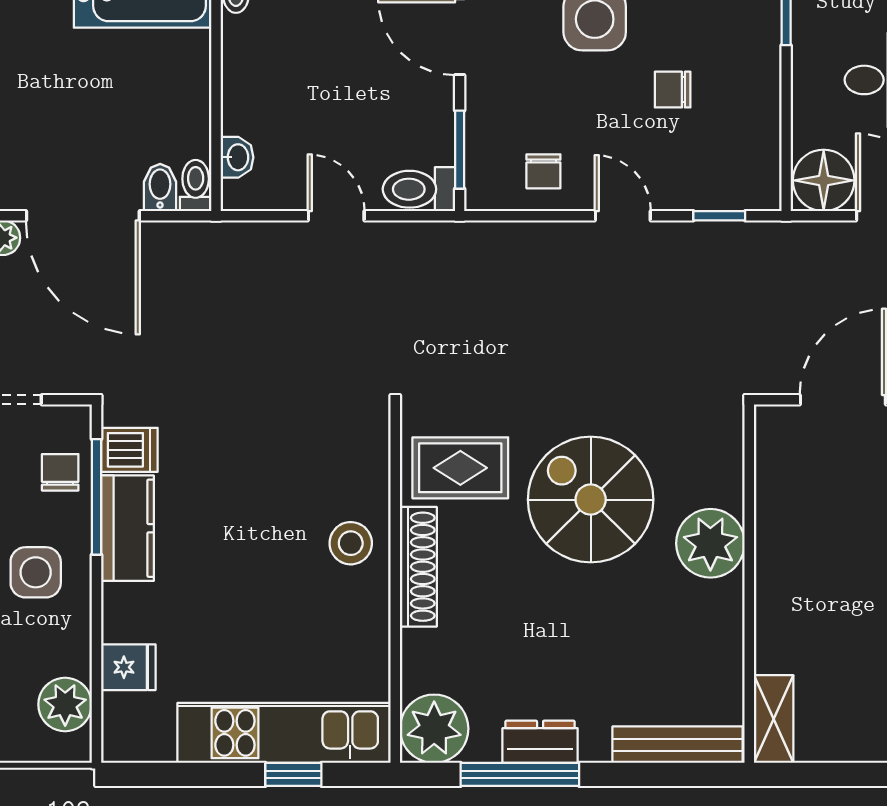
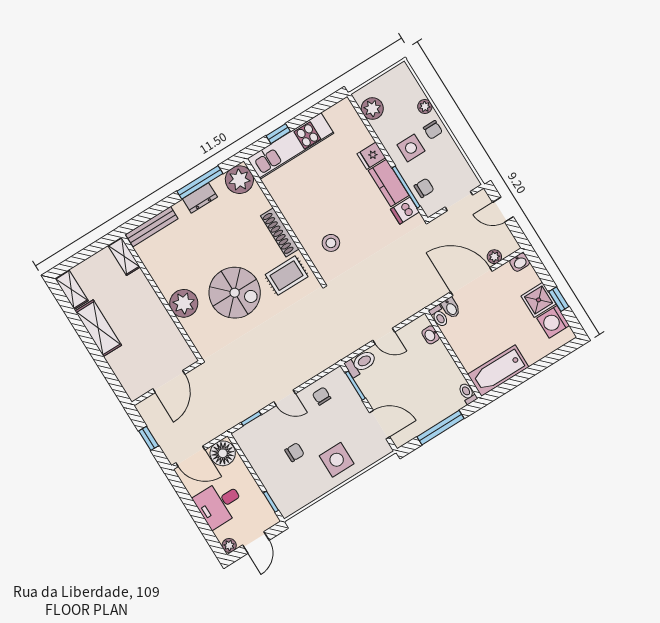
chair: (60, 472) -> (424, 188), turned -90
stool: (351, 543) -> (331, 243), moved
fridge: (128, 667) -> (371, 156), moved

